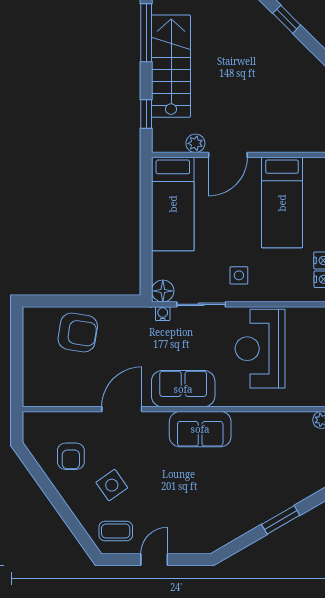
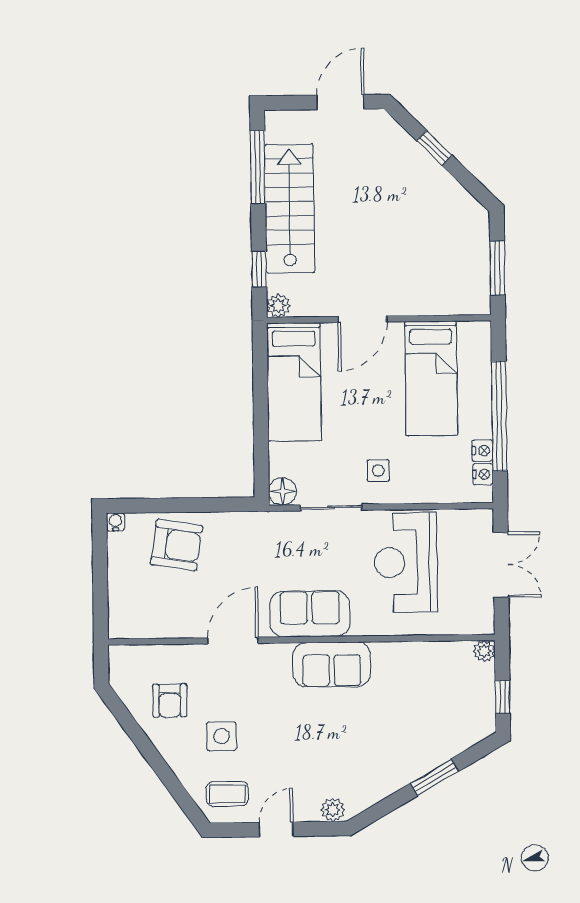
plant: (195, 143) -> (278, 306), moved
water cooler: (163, 314) -> (115, 522), moved
side table: (112, 485) -> (222, 736), turned 35
plant: (199, 545) -> (333, 810), added

